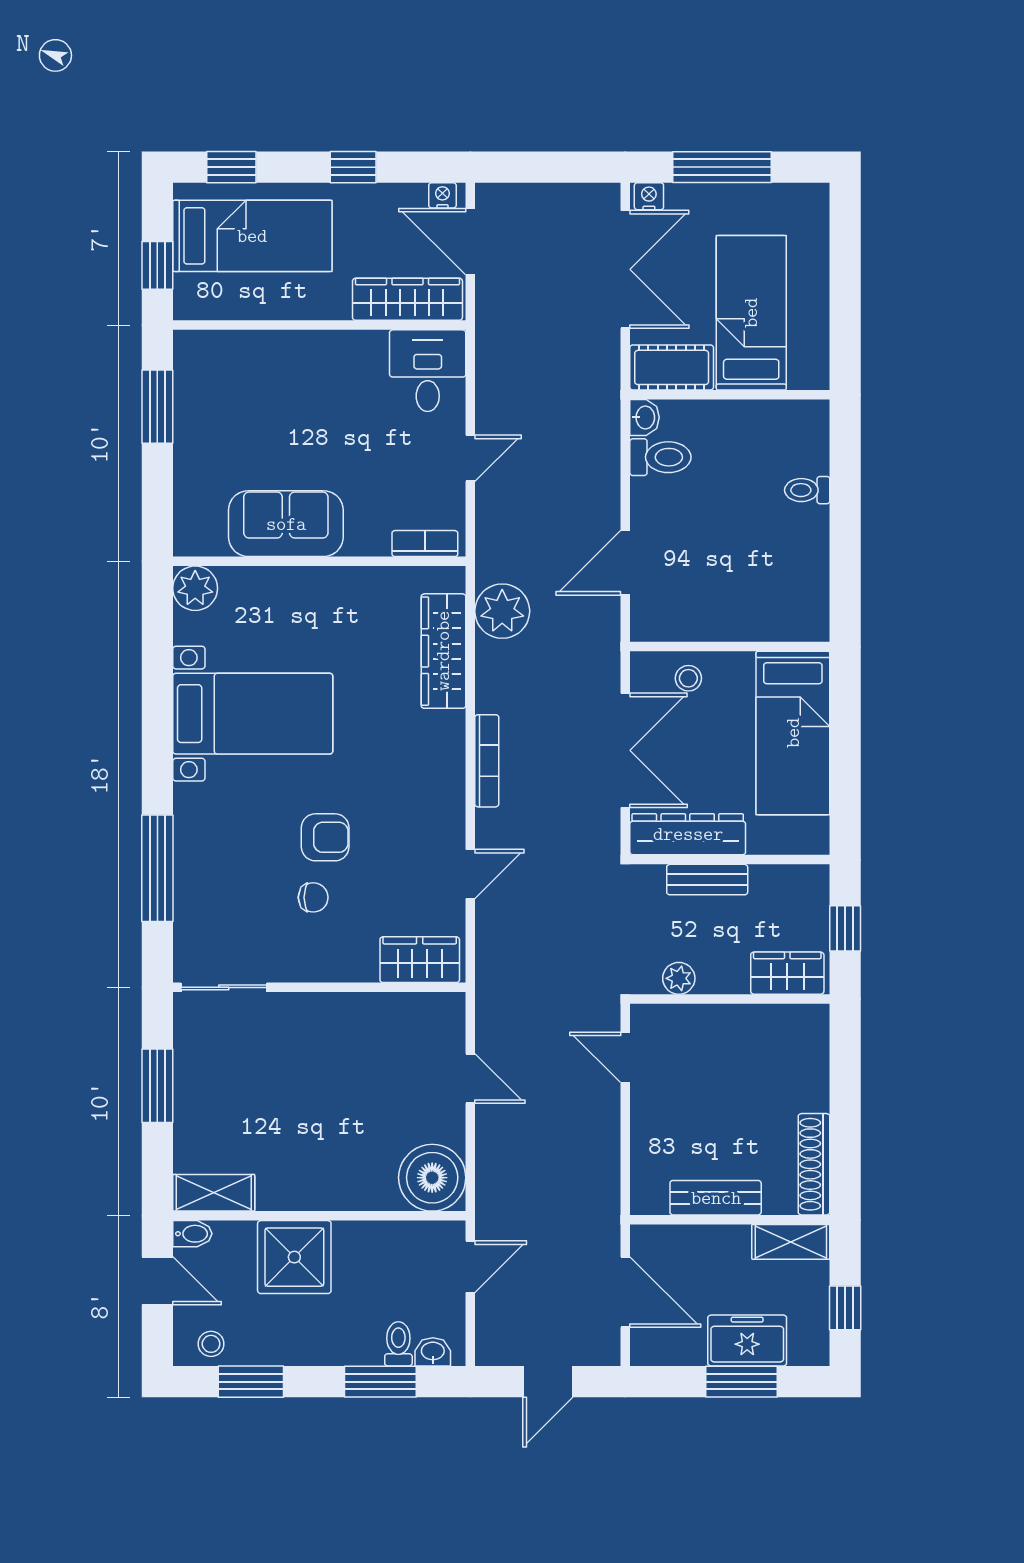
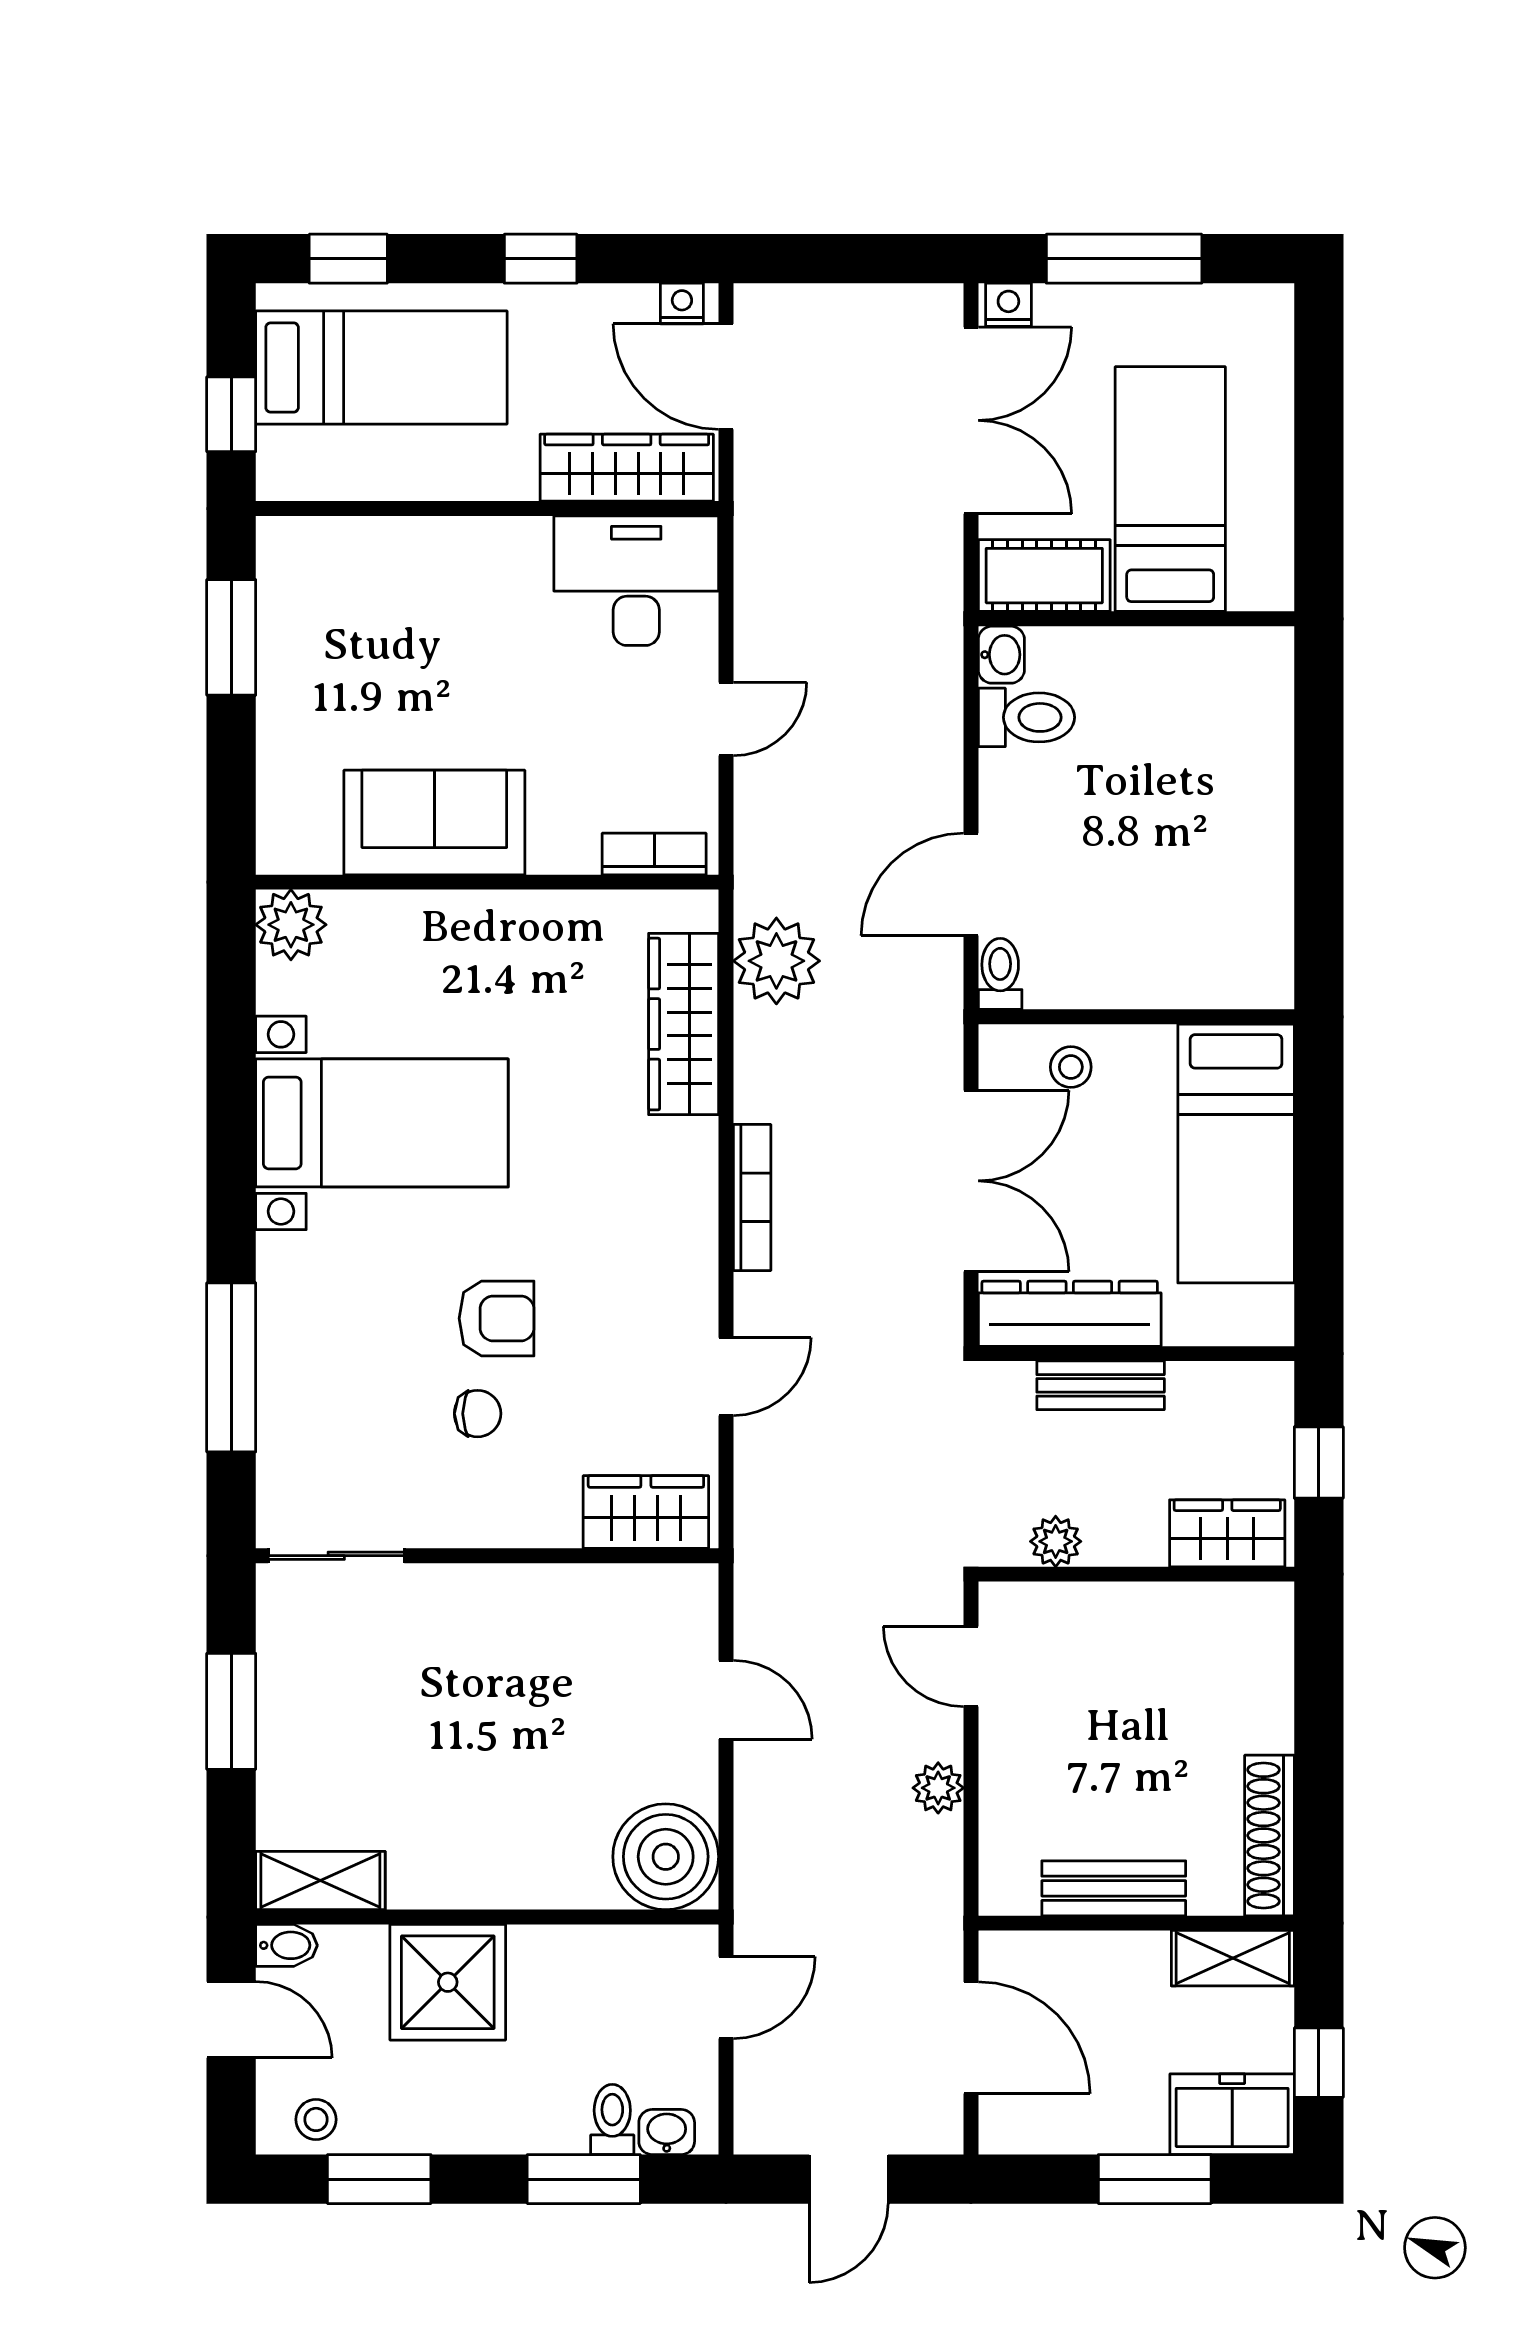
desk: (428, 371) -> (636, 581), width x1.37
toilet: (807, 490) -> (1000, 974), moved, turned 90
plant: (605, 1134) -> (938, 1788), added
freezer: (747, 1341) -> (1232, 2114), moved

